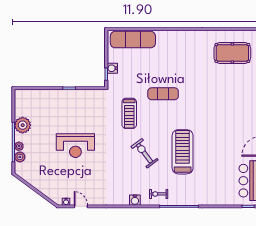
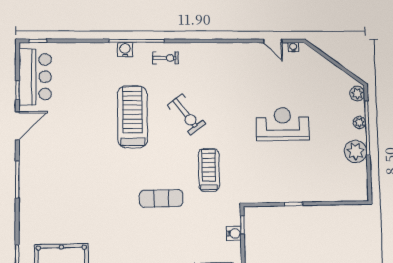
treadmill: (183, 152) -> (132, 117), turned 180
plant: (20, 157) -> (357, 94), moved
water cooler: (135, 200) -> (125, 50), moved

